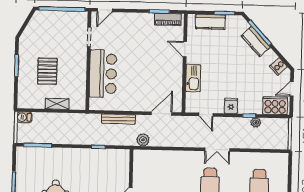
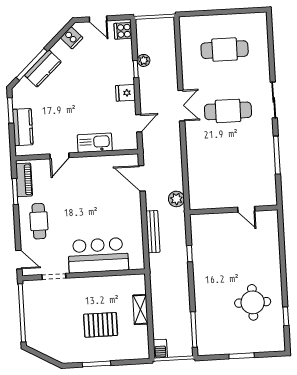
cafe table: (134, 29) -> (39, 221), added
cooker: (275, 106) -> (123, 31), width x0.53, depth x0.76

